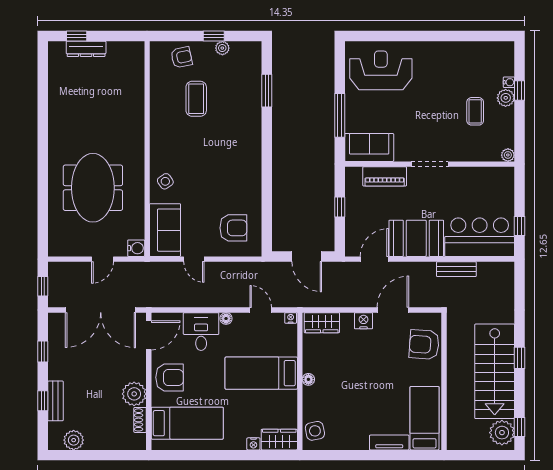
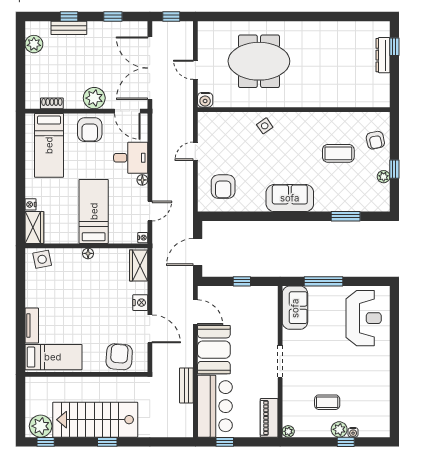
piano: (385, 176) -> (269, 418), moved
sofa: (165, 230) -> (290, 198), moved, turned 180
plant: (134, 394) -> (94, 98), moved

